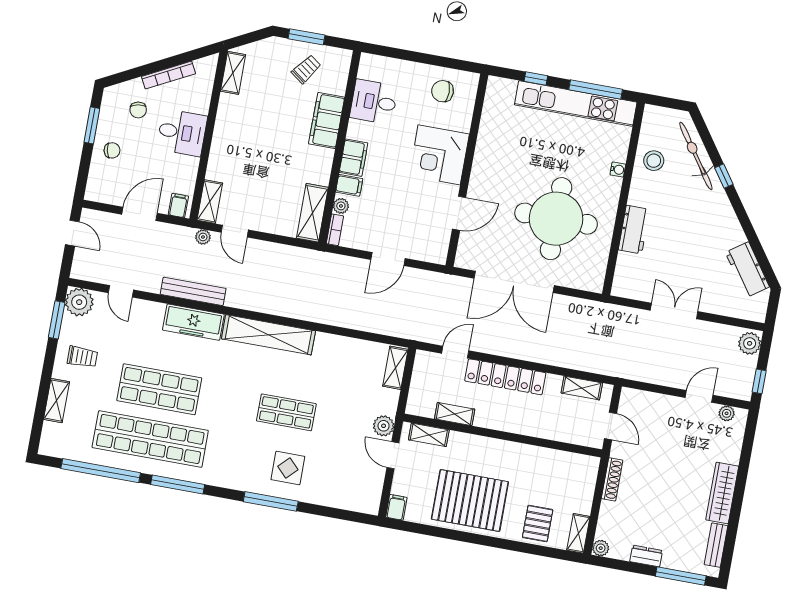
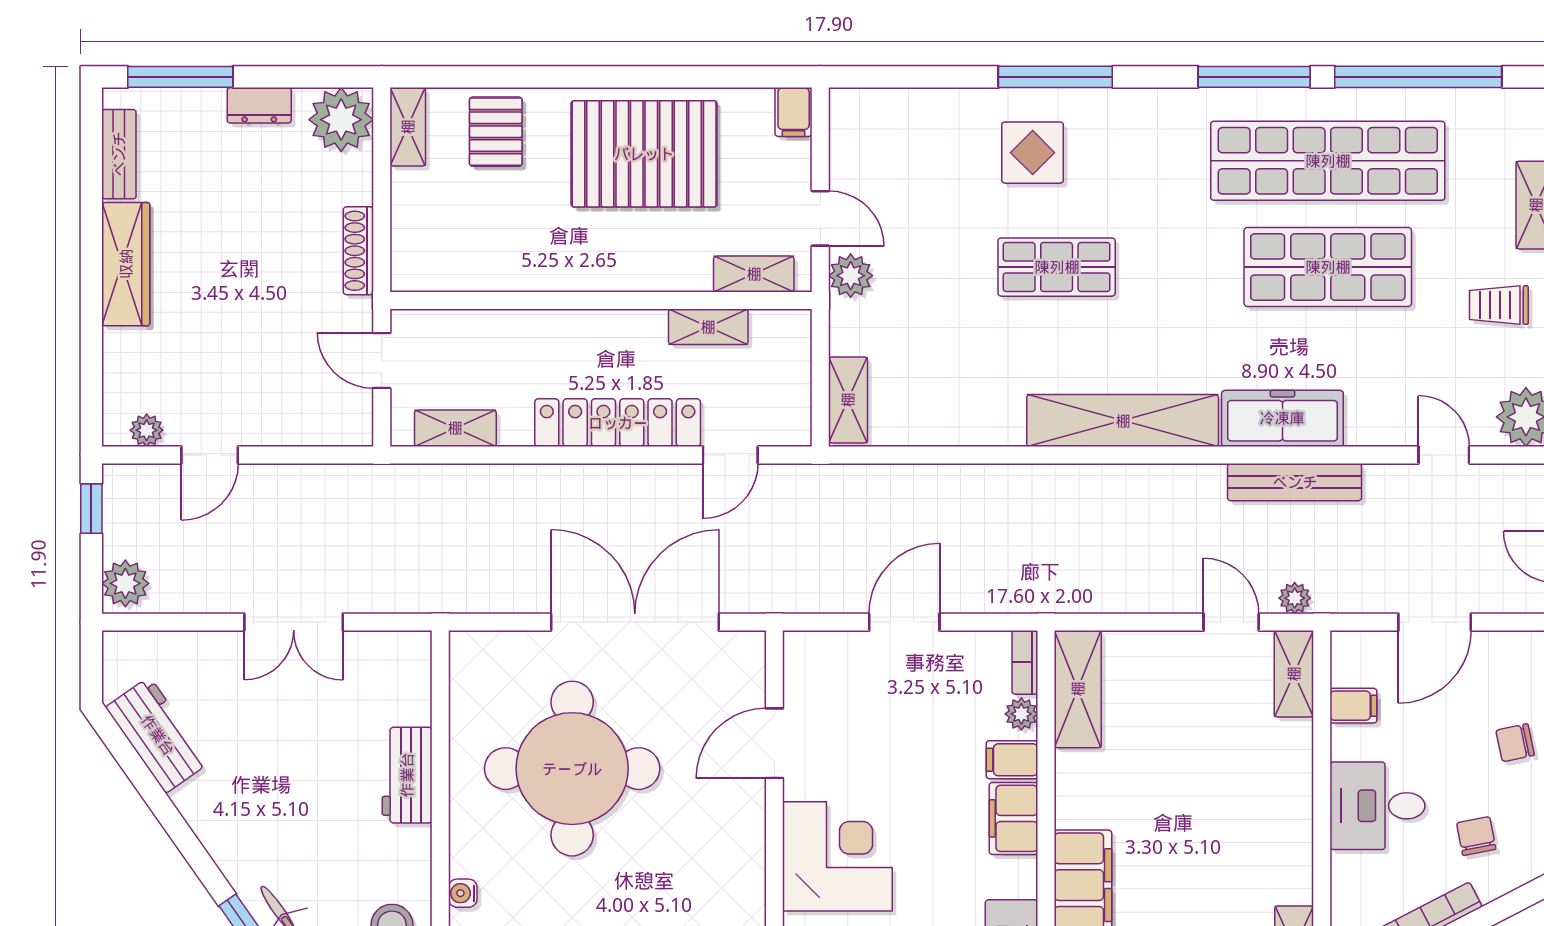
filing cabinet: (178, 206) -> (1353, 706), moved, turned -90
plant: (601, 548) -> (341, 120), width x1.87, depth x1.87

